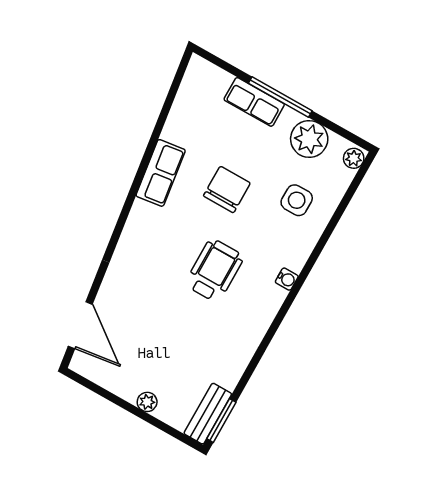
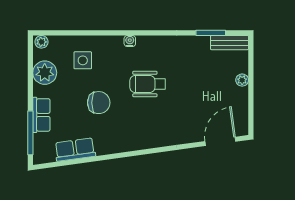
window: (280, 97) -> (30, 133), moved
row of seats: (161, 173) -> (75, 150), moved
chair: (227, 189) -> (99, 103), turned 180
window: (221, 421) -> (211, 33), moved

